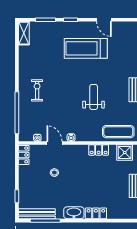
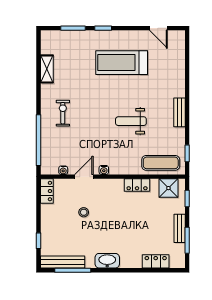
door: (104, 20) -> (158, 28), moved
shelving: (24, 33) -> (47, 69), moved
weight bench: (94, 97) -> (131, 121), turned -90
door: (54, 143) -> (84, 177), hinge flipped
locker: (96, 213) -> (156, 261), moved

